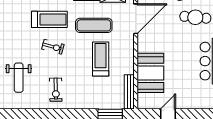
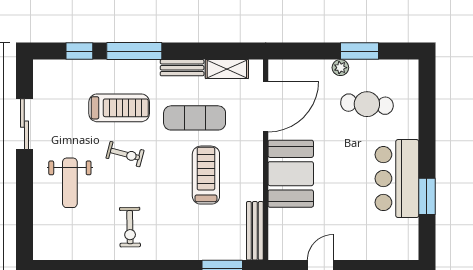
booth: (150, 73) -> (291, 174), moved
weight bench: (19, 78) -> (70, 183), moved

